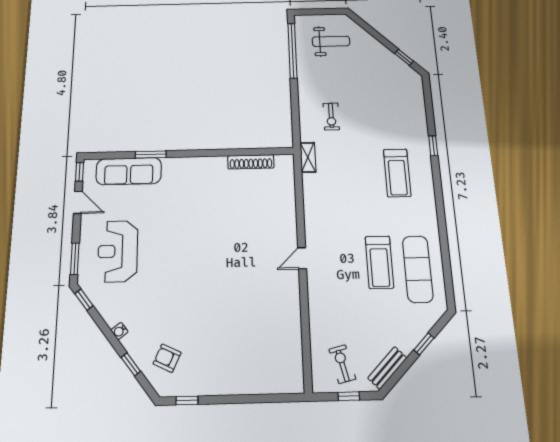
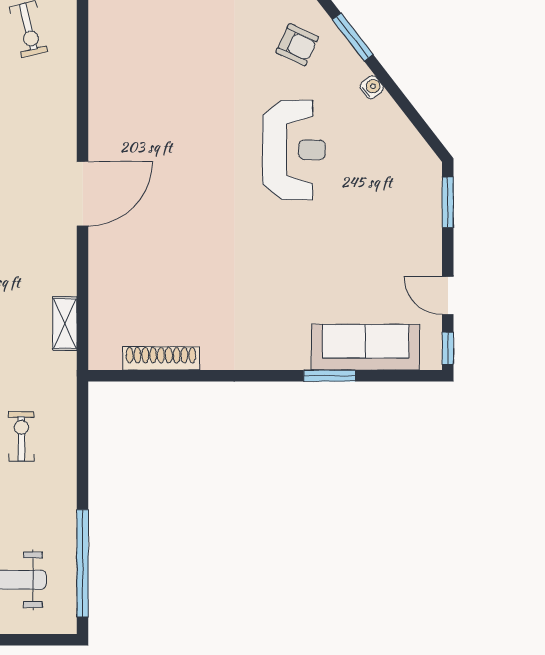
shelving: (308, 157) -> (65, 323), moved
reception desk: (118, 251) -> (294, 150), moved
door: (302, 258) -> (83, 194), width x1.88
window: (84, 300) -> (430, 137), removed
window: (131, 364) -> (353, 37), width x1.50

